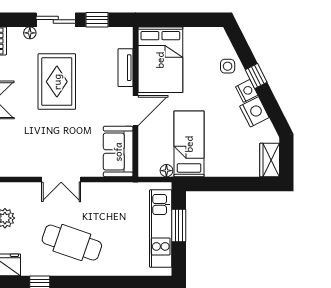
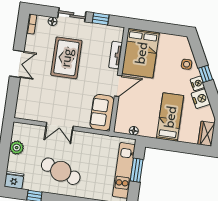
bed: (189, 144) -> (170, 117), moved

